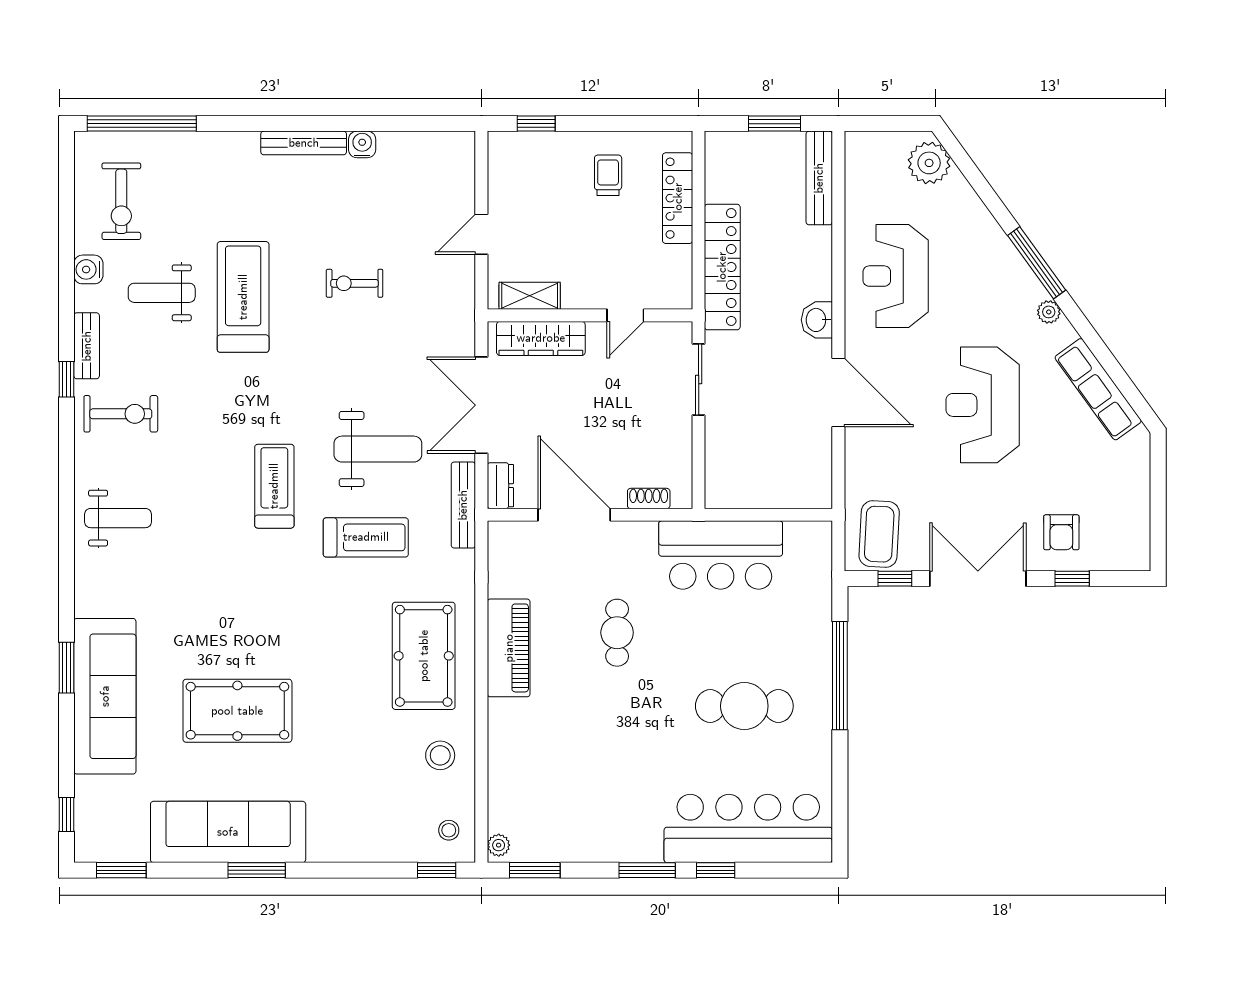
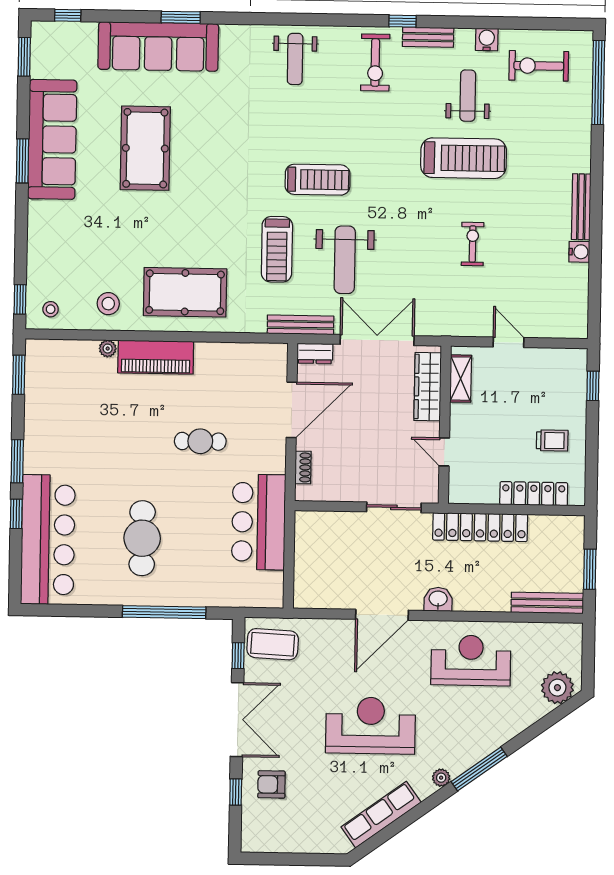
piano: (509, 648) -> (156, 357), moved
plant: (499, 845) -> (108, 349), moved

